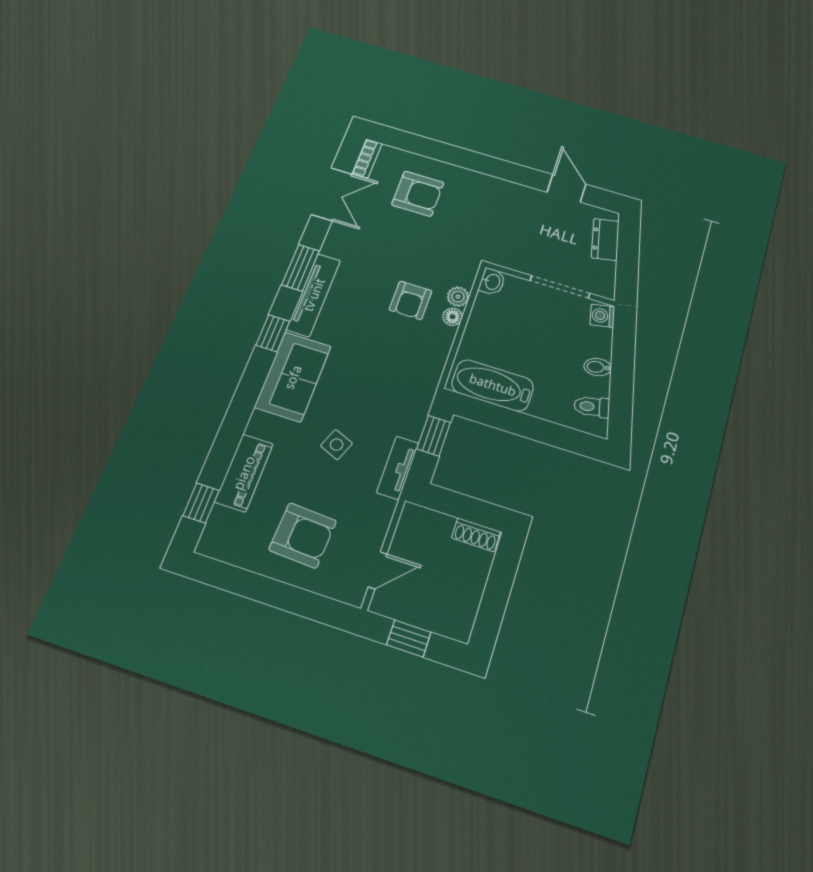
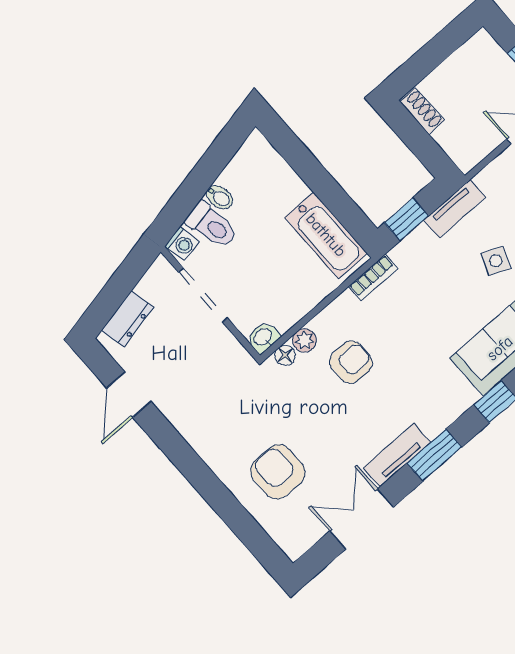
bookcase: (367, 158) -> (373, 277), moved, turned 180
tv unit: (314, 295) -> (397, 455), moved, width x0.71
floor lamp: (453, 317) -> (285, 355), moved
toilet: (592, 407) -> (212, 225), moved, width x1.37, depth x1.39

